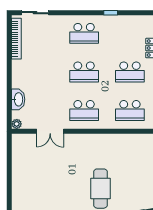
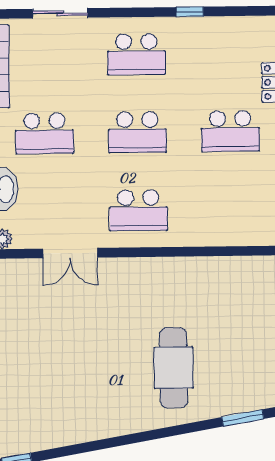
sliding door: (35, 13) -> (60, 13), moved
school desk: (130, 111) -> (45, 133), moved

